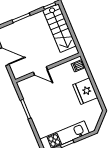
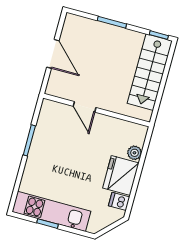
dishwasher: (78, 66) -> (119, 201), moved
plant: (83, 74) -> (134, 153), added

